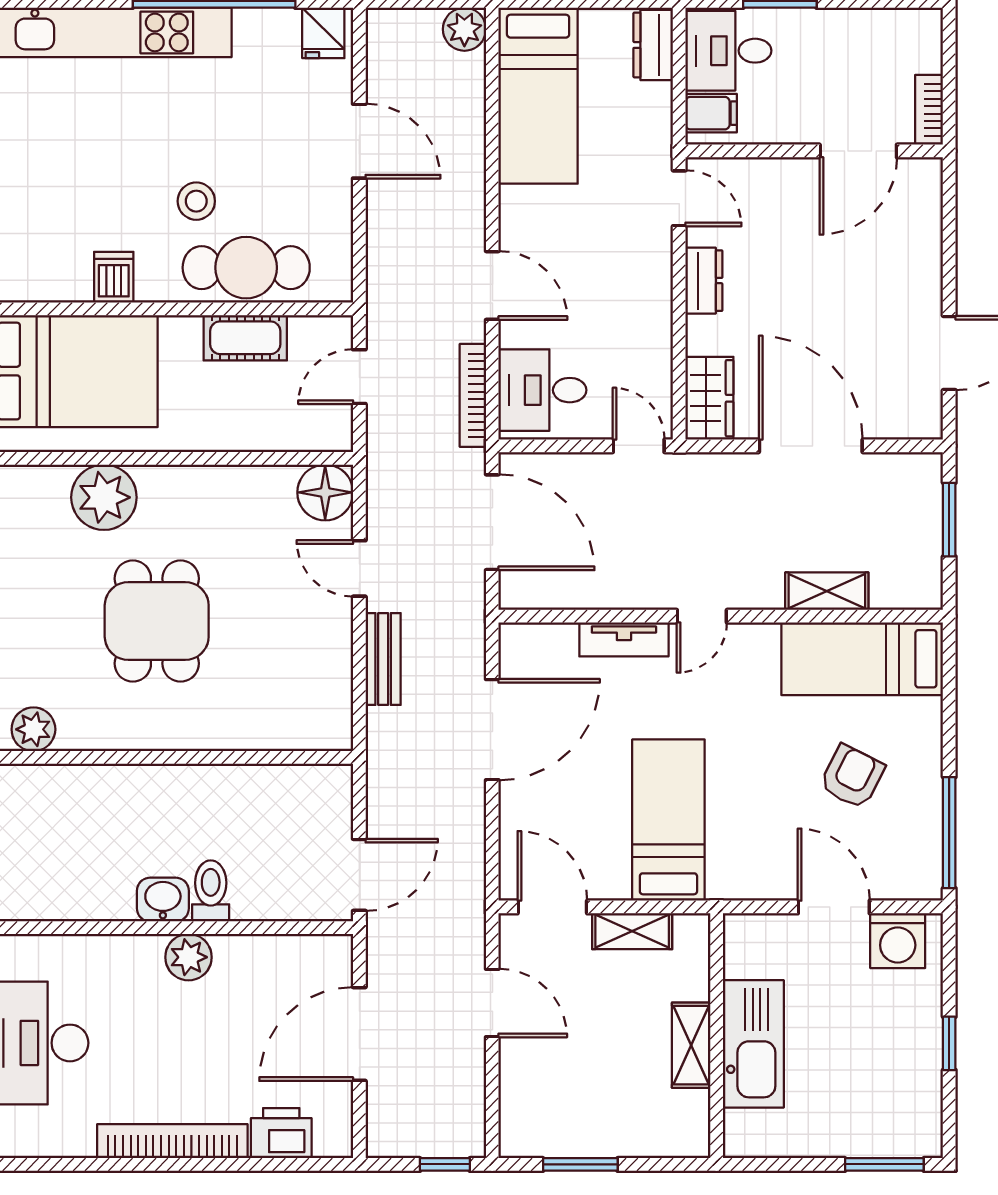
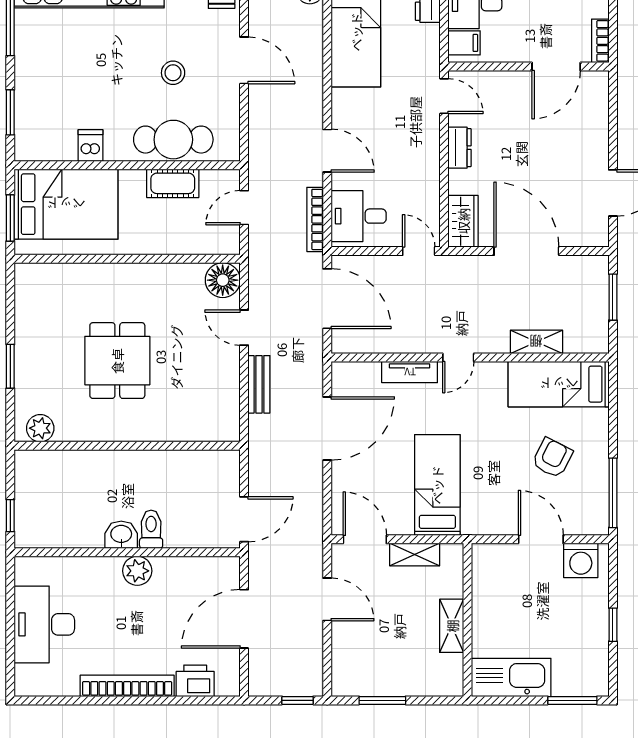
stool: (196, 201) -> (173, 73), moved
plant: (104, 497) -> (84, 283), removed
kitchen sink: (753, 1044) -> (511, 677), moved, turned -90

